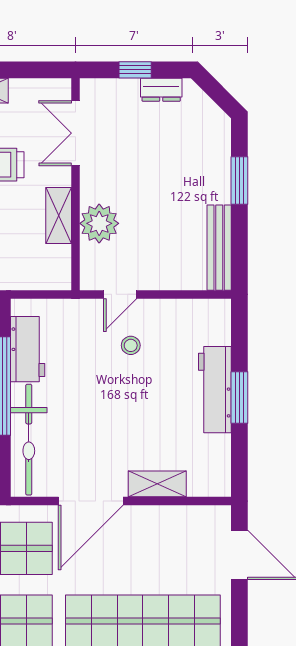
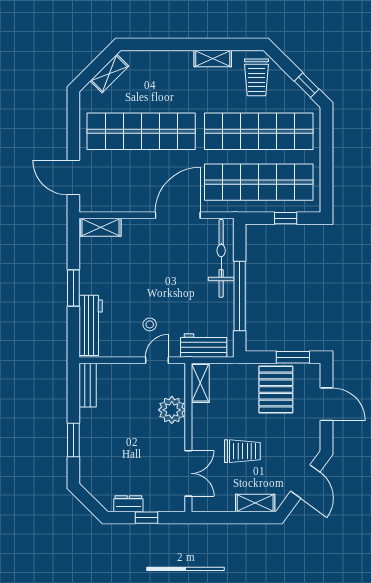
shelving: (59, 216) -> (200, 383), moved
bench: (219, 248) -> (88, 385), width x0.73
workbench: (28, 349) -> (204, 345), moved, turned 90
workbench: (215, 390) -> (91, 325), moved
shelving: (157, 484) -> (101, 227), moved

